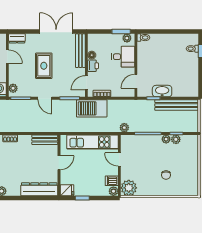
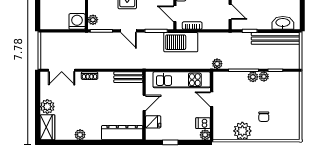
door: (136, 81) -> (230, 12), swing flipped
door: (86, 83) -> (175, 14), hinge flipped
washbasin: (162, 91) -> (283, 23), moved
plant: (176, 139) -> (253, 77), moved
plant: (129, 188) -> (242, 131), moved
fridge: (67, 190) -> (153, 122), moved

